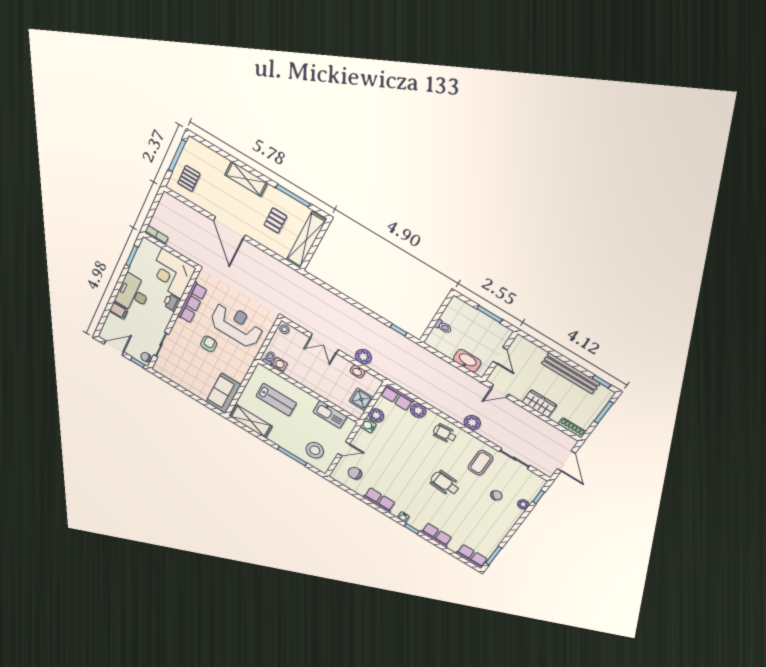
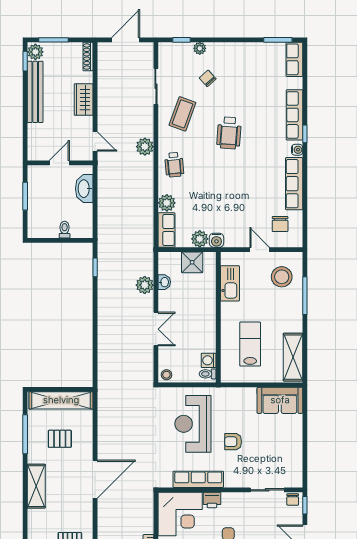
plant: (603, 393) -> (35, 52), added
coffee table: (480, 463) -> (182, 114), turned -70
row of seats: (379, 500) -> (294, 184), width x1.48
row of seats: (436, 535) -> (294, 115), width x1.48

